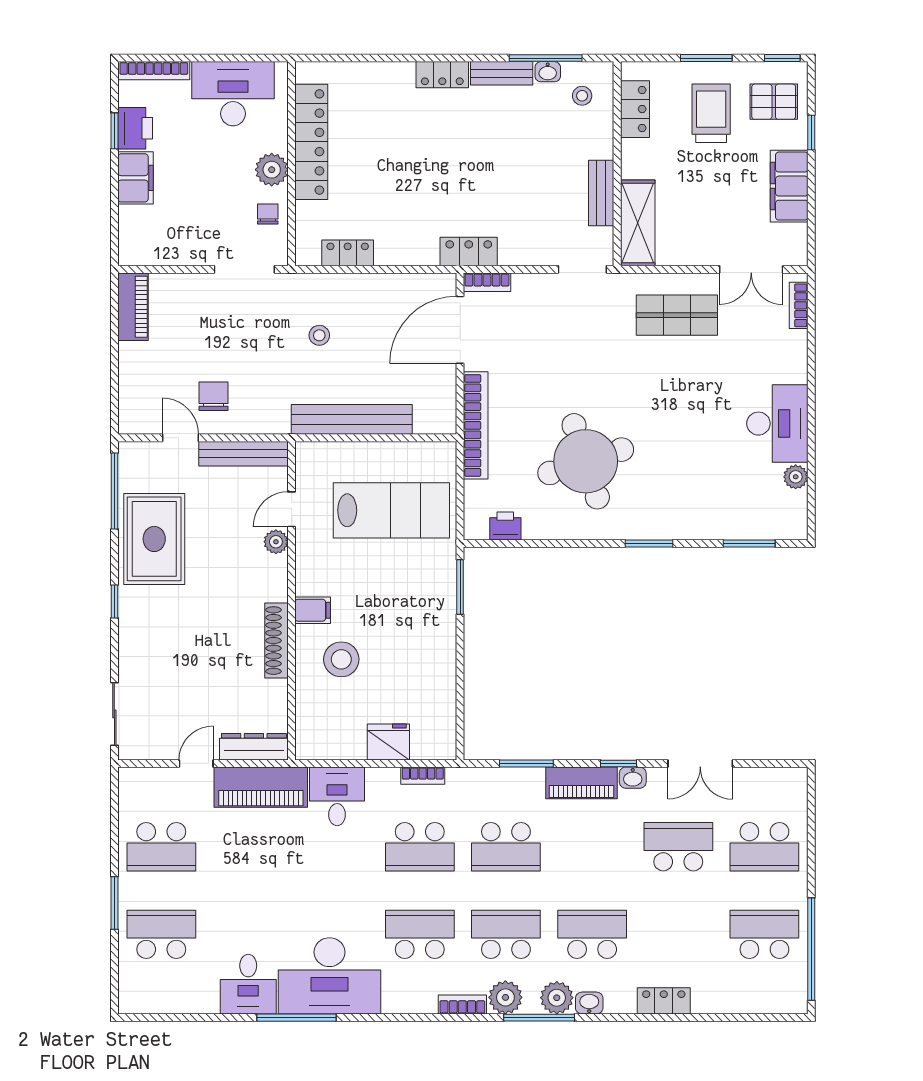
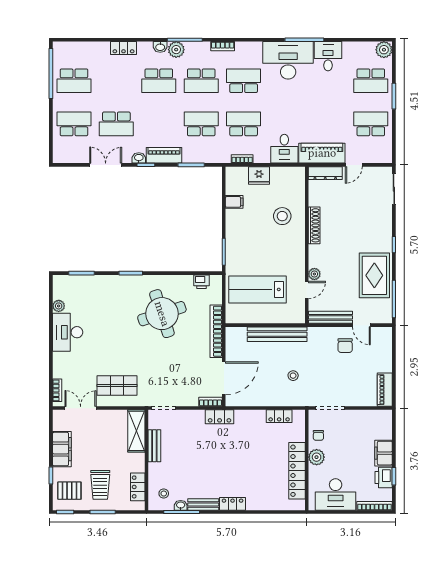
filing cabinet: (313, 610) -> (234, 202), moved, turned 180
school desk: (420, 934) -> (244, 81), turned 180
plant: (505, 997) -> (384, 50), moved

